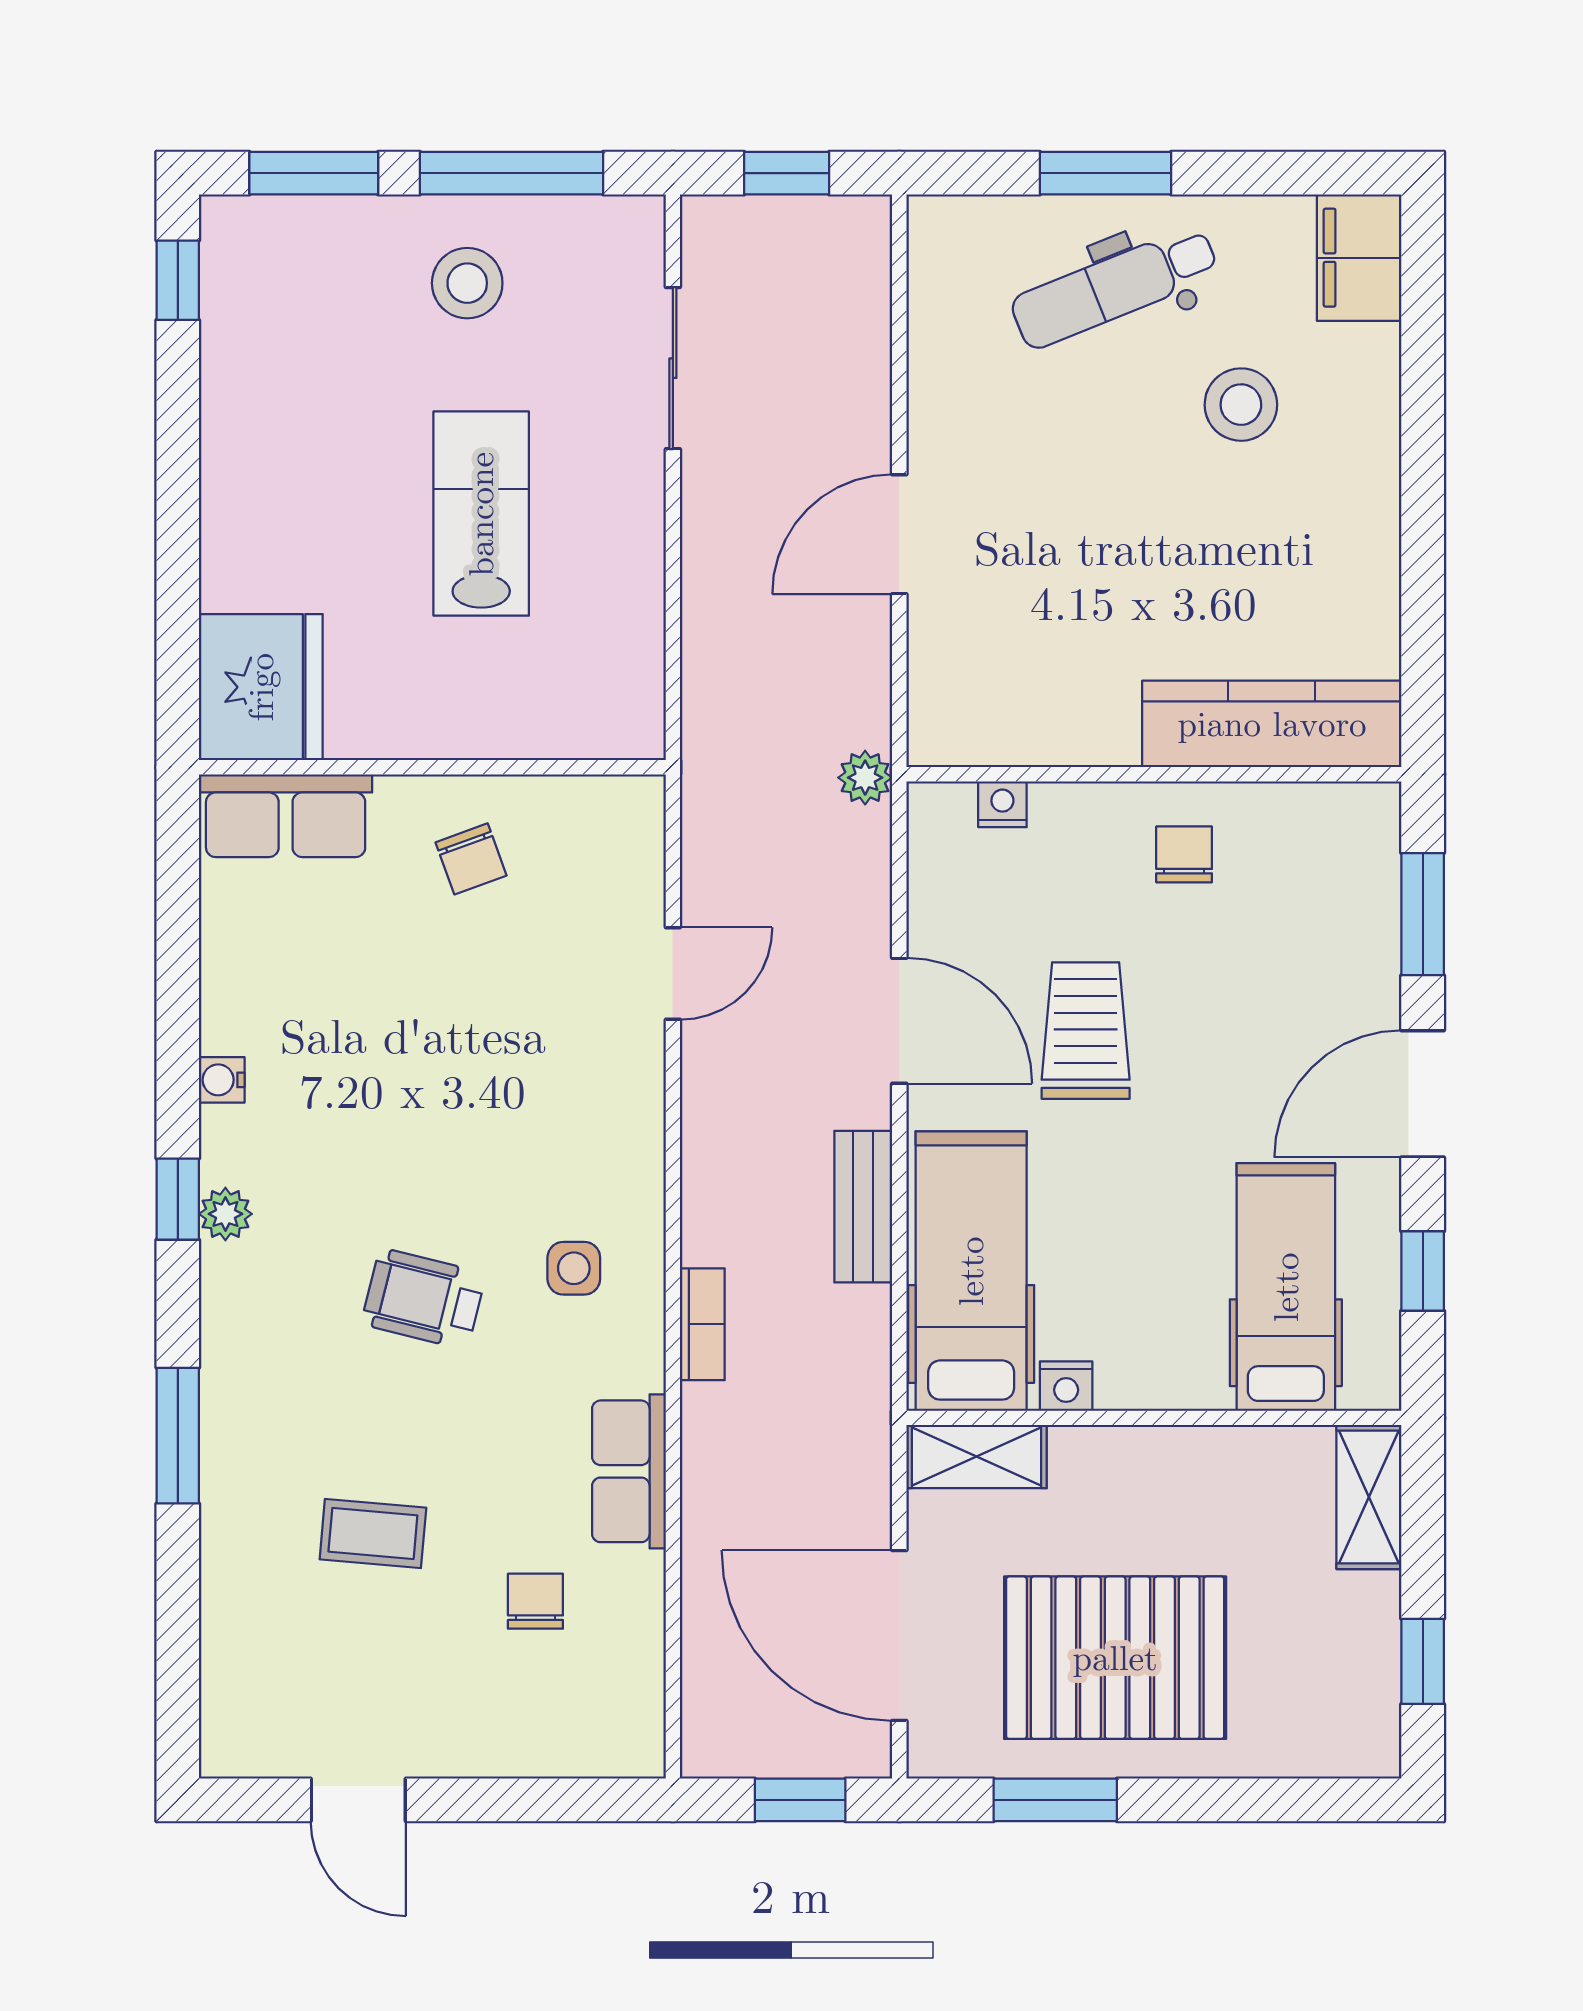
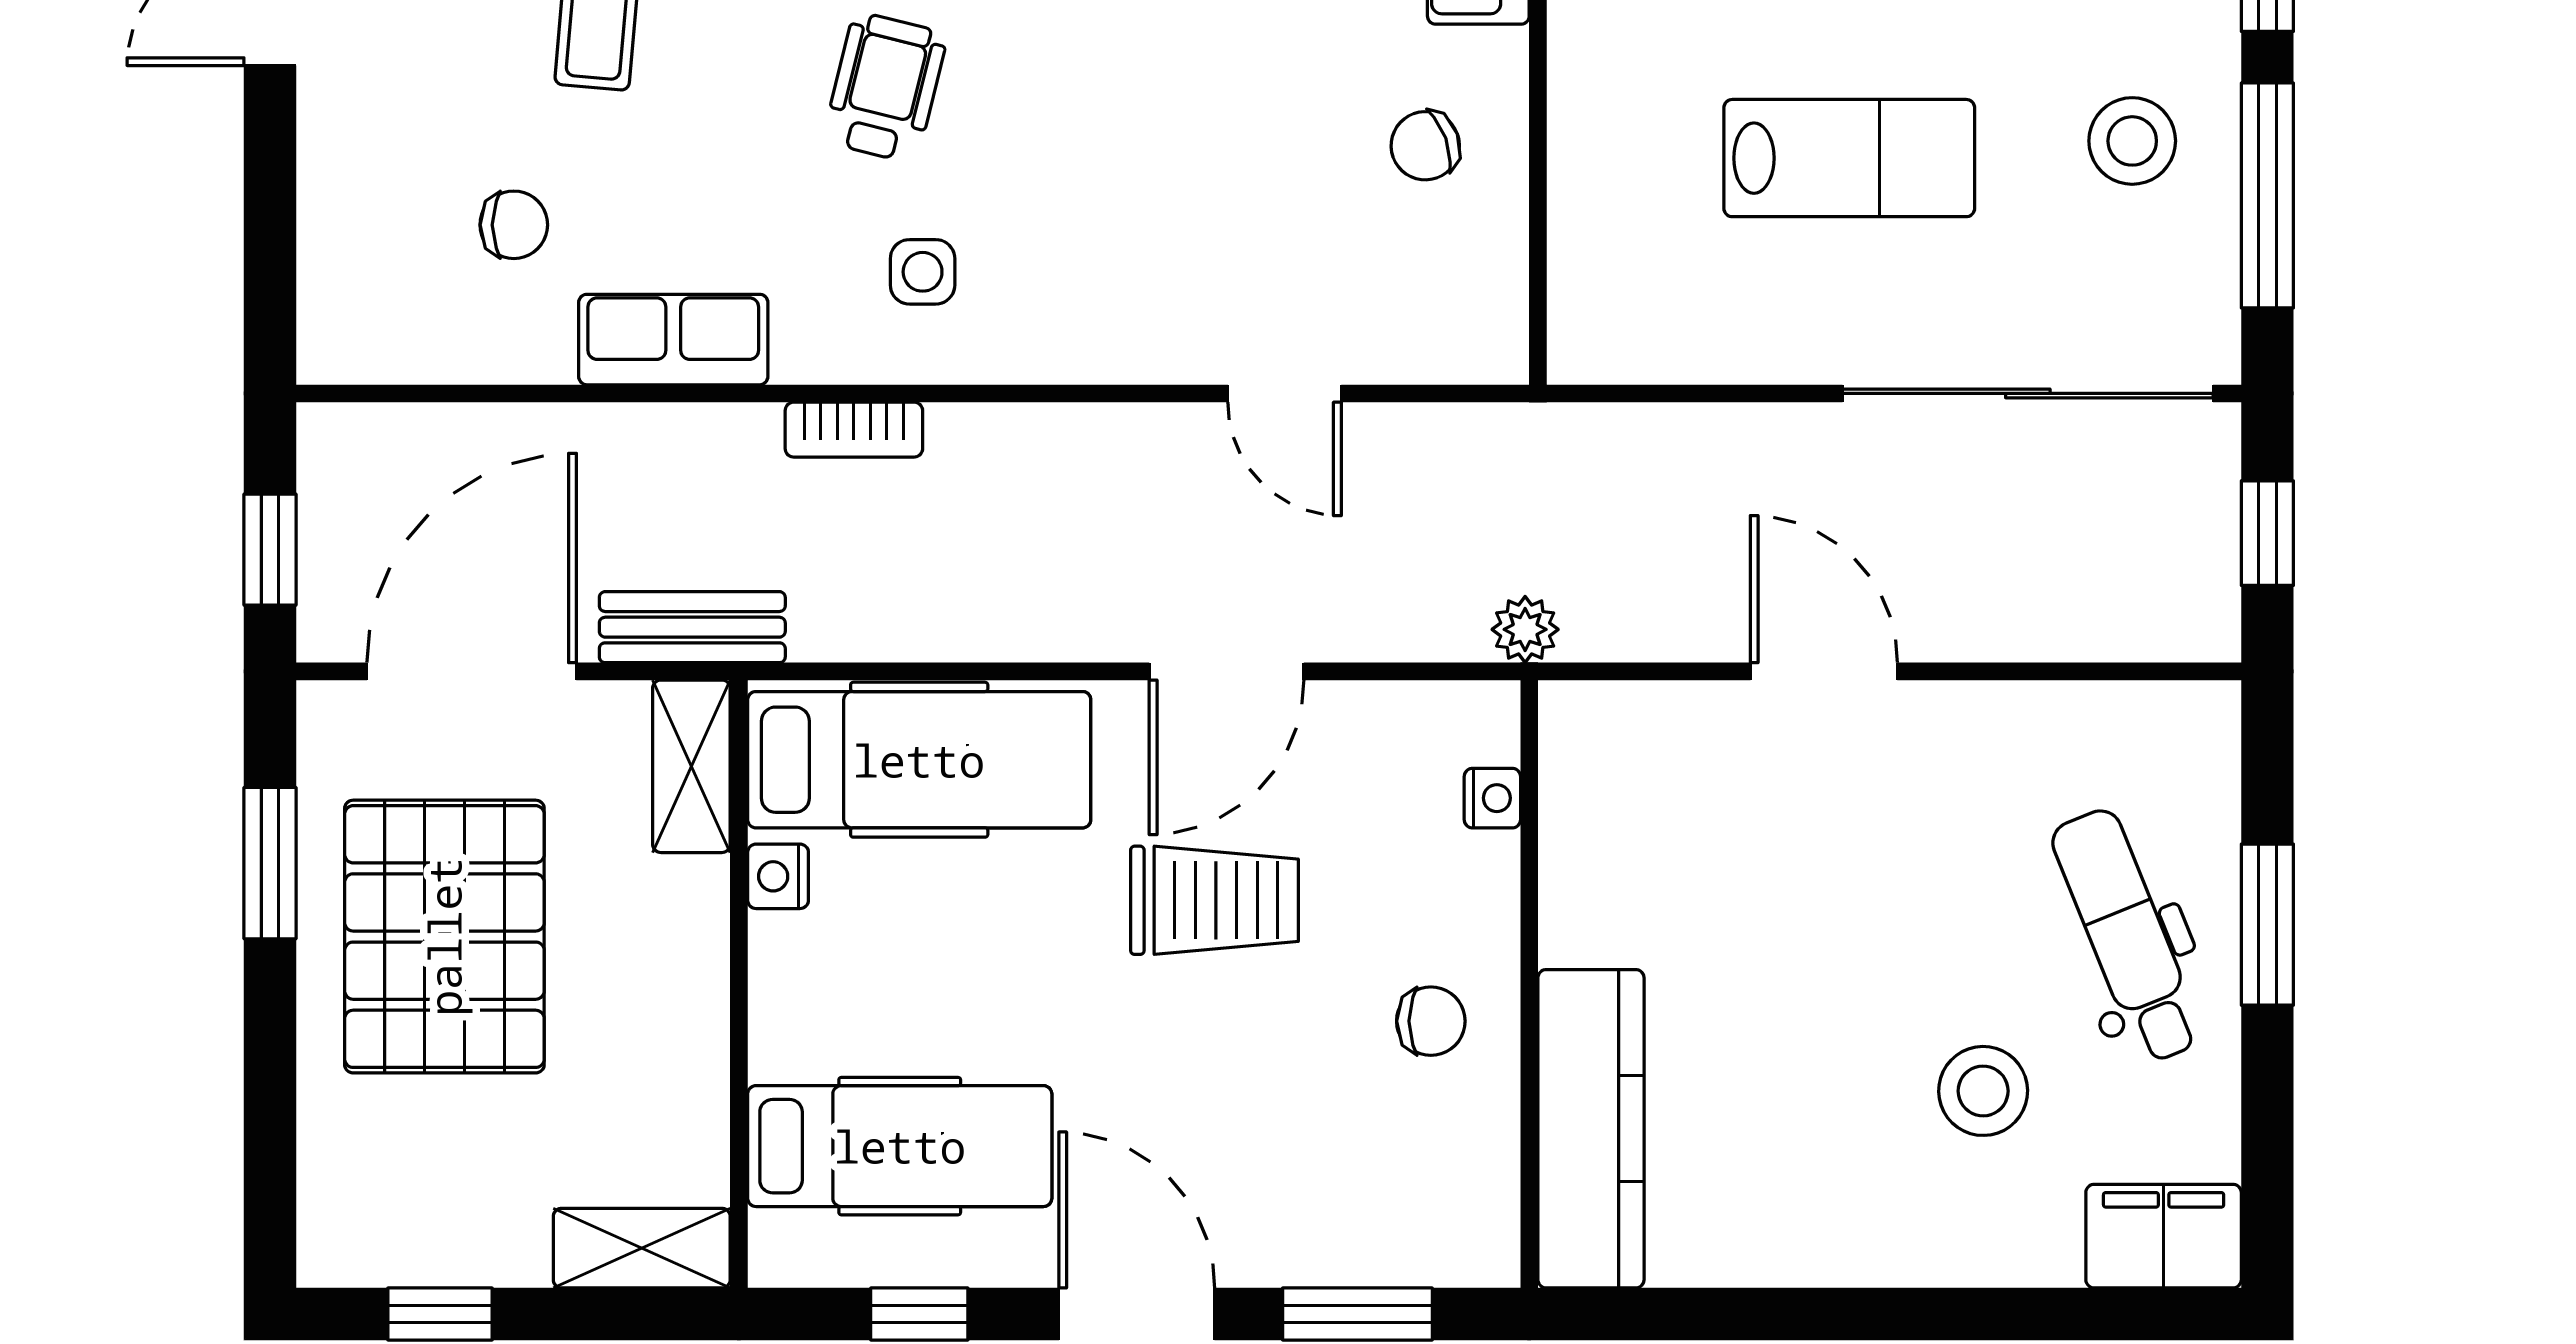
sliding door: (673, 368) -> (2028, 393), width x1.86
bench: (863, 1207) -> (692, 627), moved

